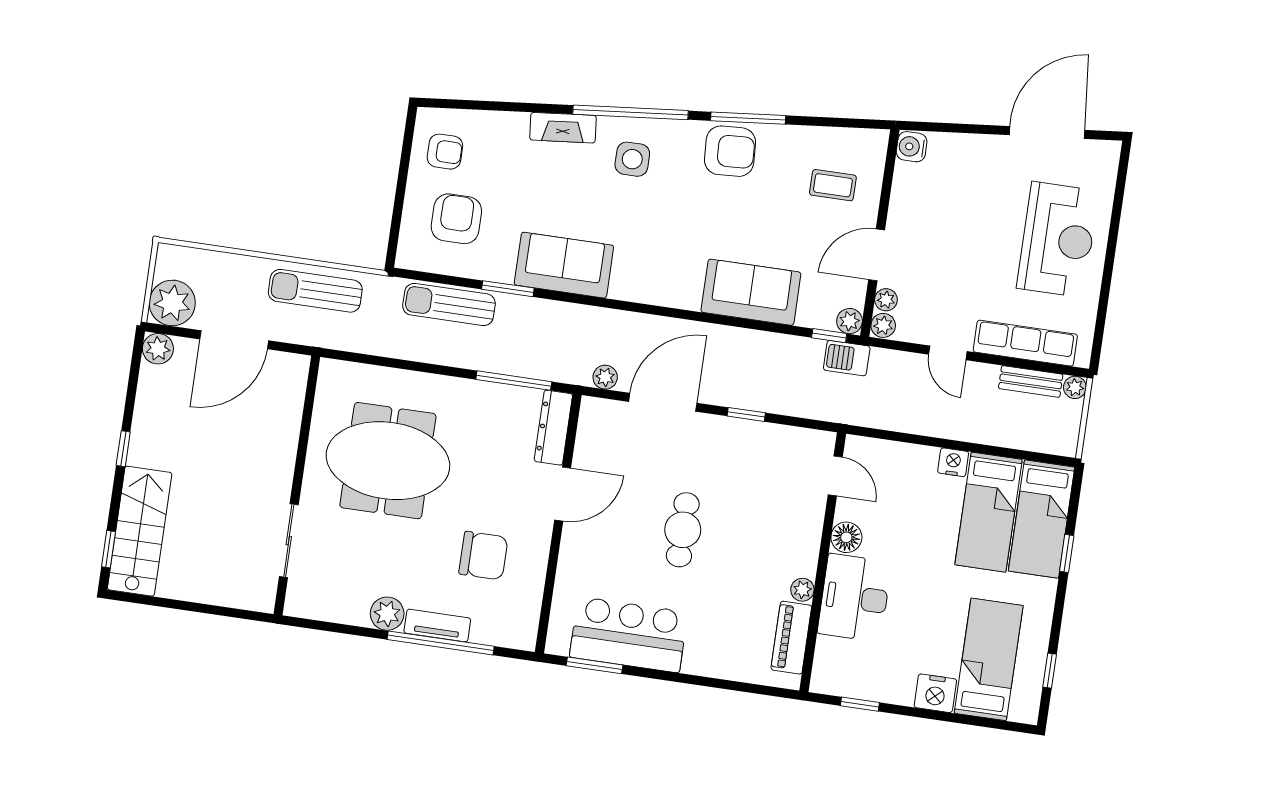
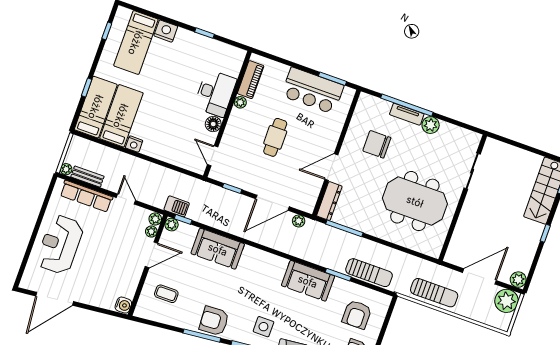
door: (835, 476) -> (213, 156), moved
floor lamp: (846, 537) -> (213, 124), moved
wall: (823, 562) -> (227, 114), moved
plant: (802, 590) -> (240, 102), moved
desk: (854, 598) -> (215, 93), moved
piano: (791, 638) -> (251, 80), moved

